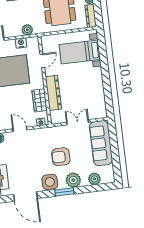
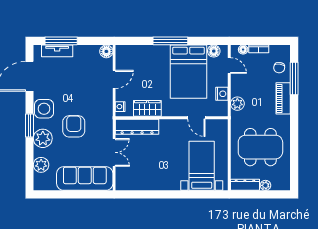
dresser: (53, 93) -> (137, 127), moved

